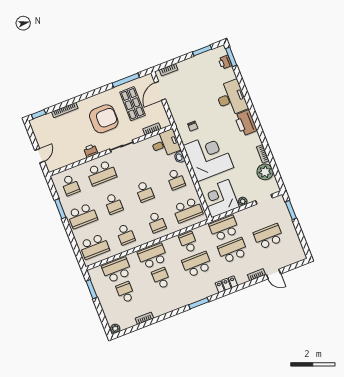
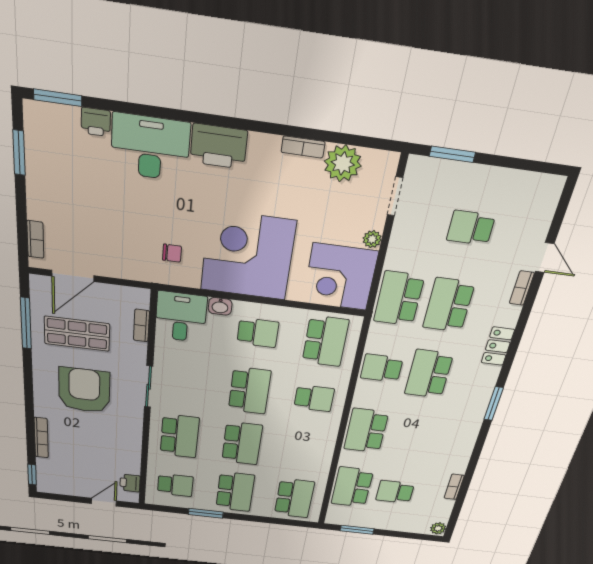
printer: (225, 62) -> (96, 122), moved
door: (160, 91) -> (73, 276), hinge flipped
printer: (91, 151) -> (130, 483), moved
door: (40, 156) -> (104, 502), hinge flipped
school desk: (145, 192) -> (250, 391), width x1.85
school desk: (113, 204) -> (242, 443), width x1.85
school desk: (125, 234) -> (304, 450), removed
school desk: (268, 236) -> (471, 228), width x0.54
door: (273, 274) -> (545, 258), hinge flipped
school desk: (161, 278) -> (411, 436), removed

